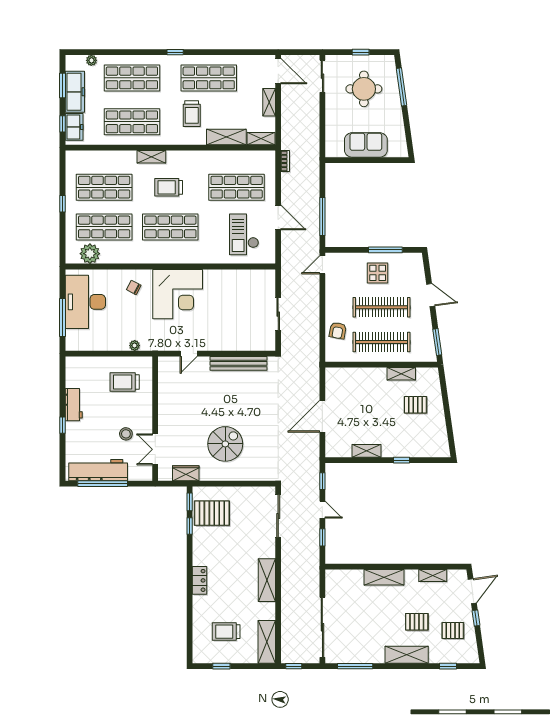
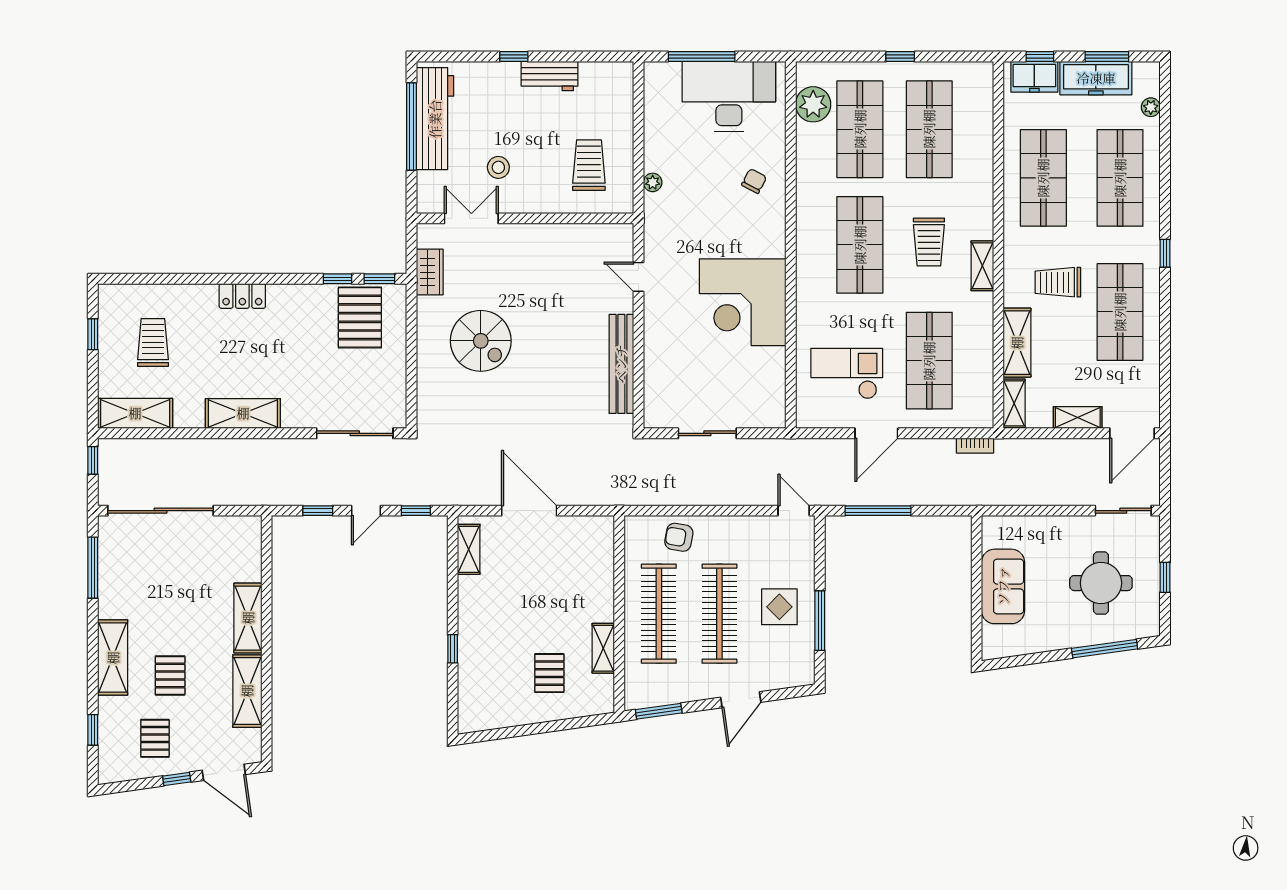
shelving: (151, 157) -> (982, 266), moved
trolley: (169, 187) -> (929, 242), turned 180
corner desk: (178, 294) -> (743, 302), moved
shelving: (366, 451) -> (469, 549), moved
shelving: (433, 576) -> (247, 691), width x1.50, depth x1.33

